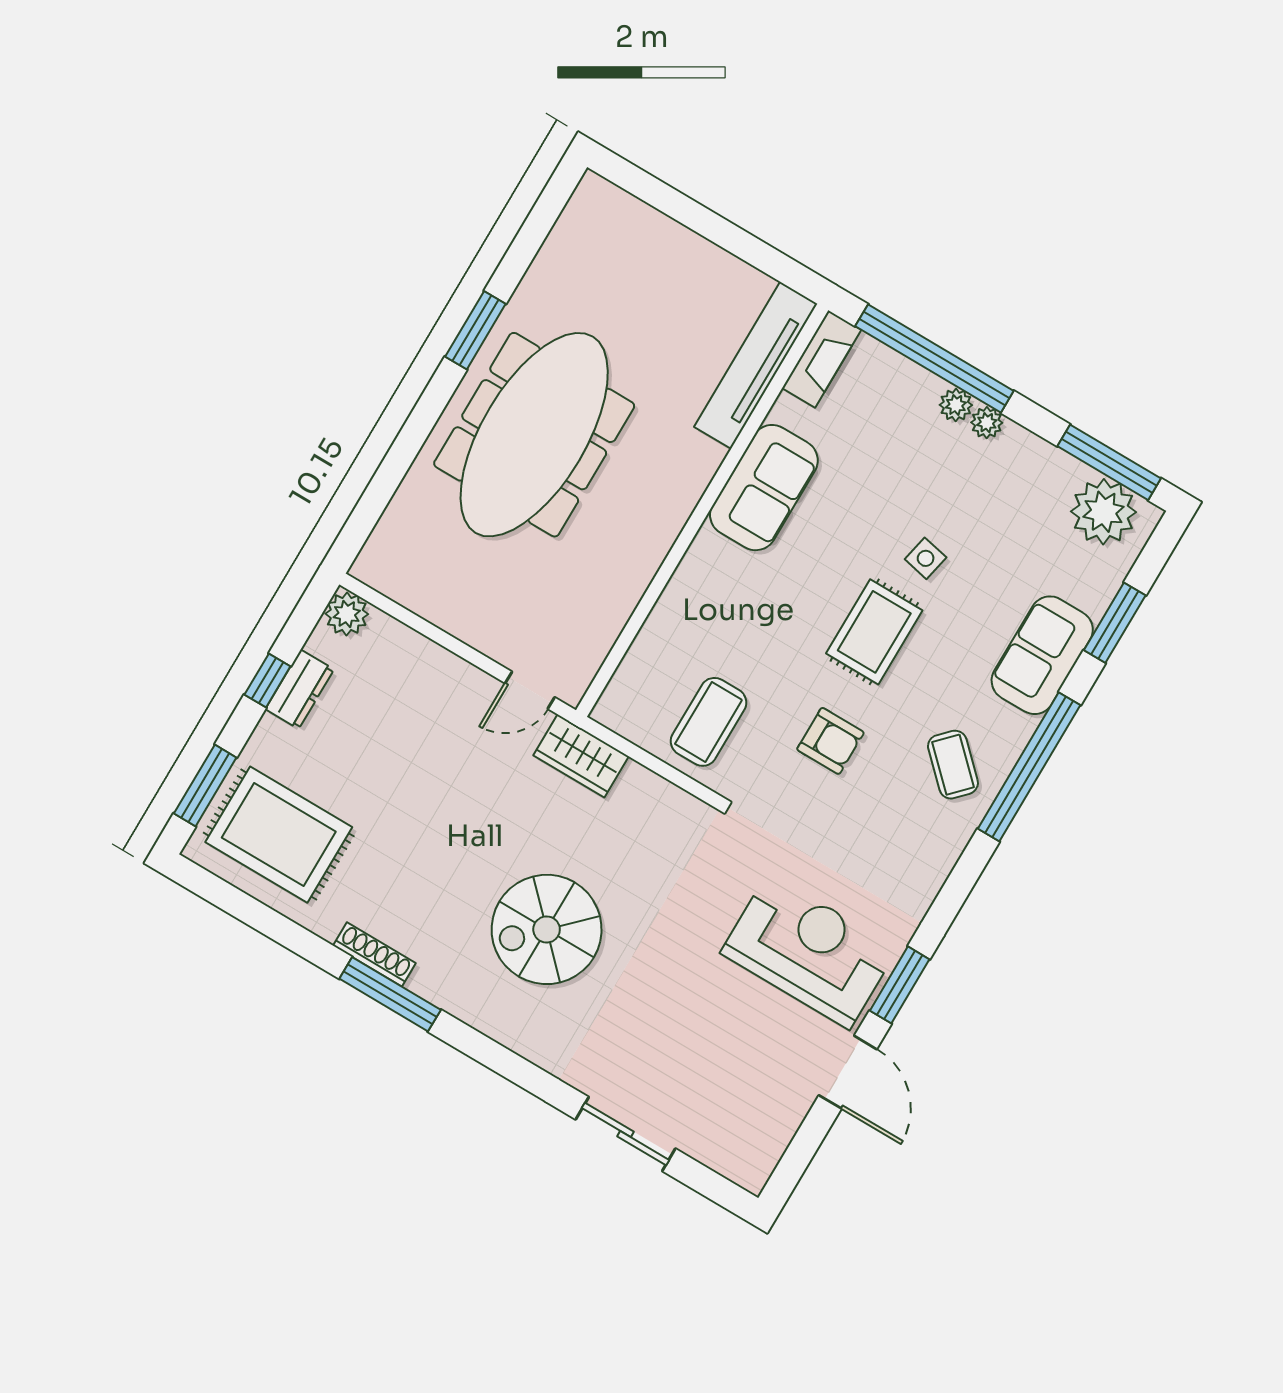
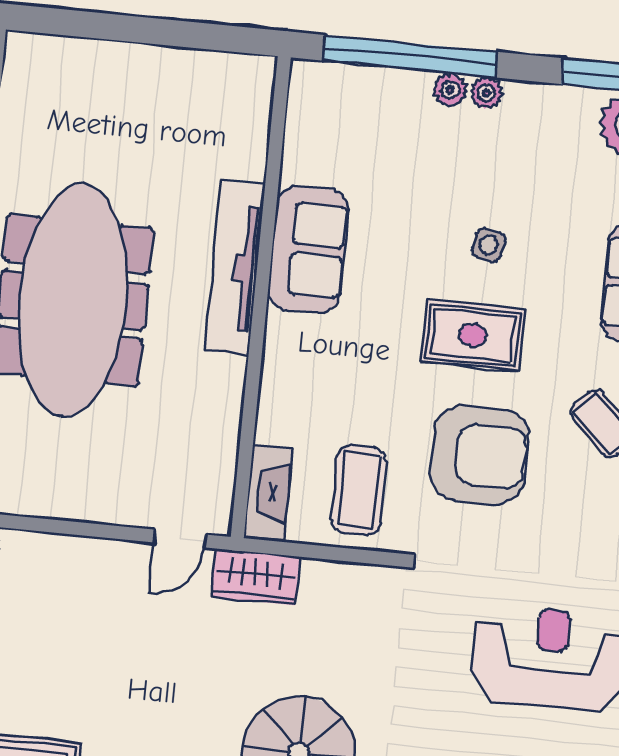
fireplace: (822, 359) -> (268, 492), moved
tv unit: (756, 365) -> (235, 267), moved
rug: (874, 632) -> (473, 335), turned 90
armchair: (830, 741) -> (480, 455), width x1.88, depth x1.88

